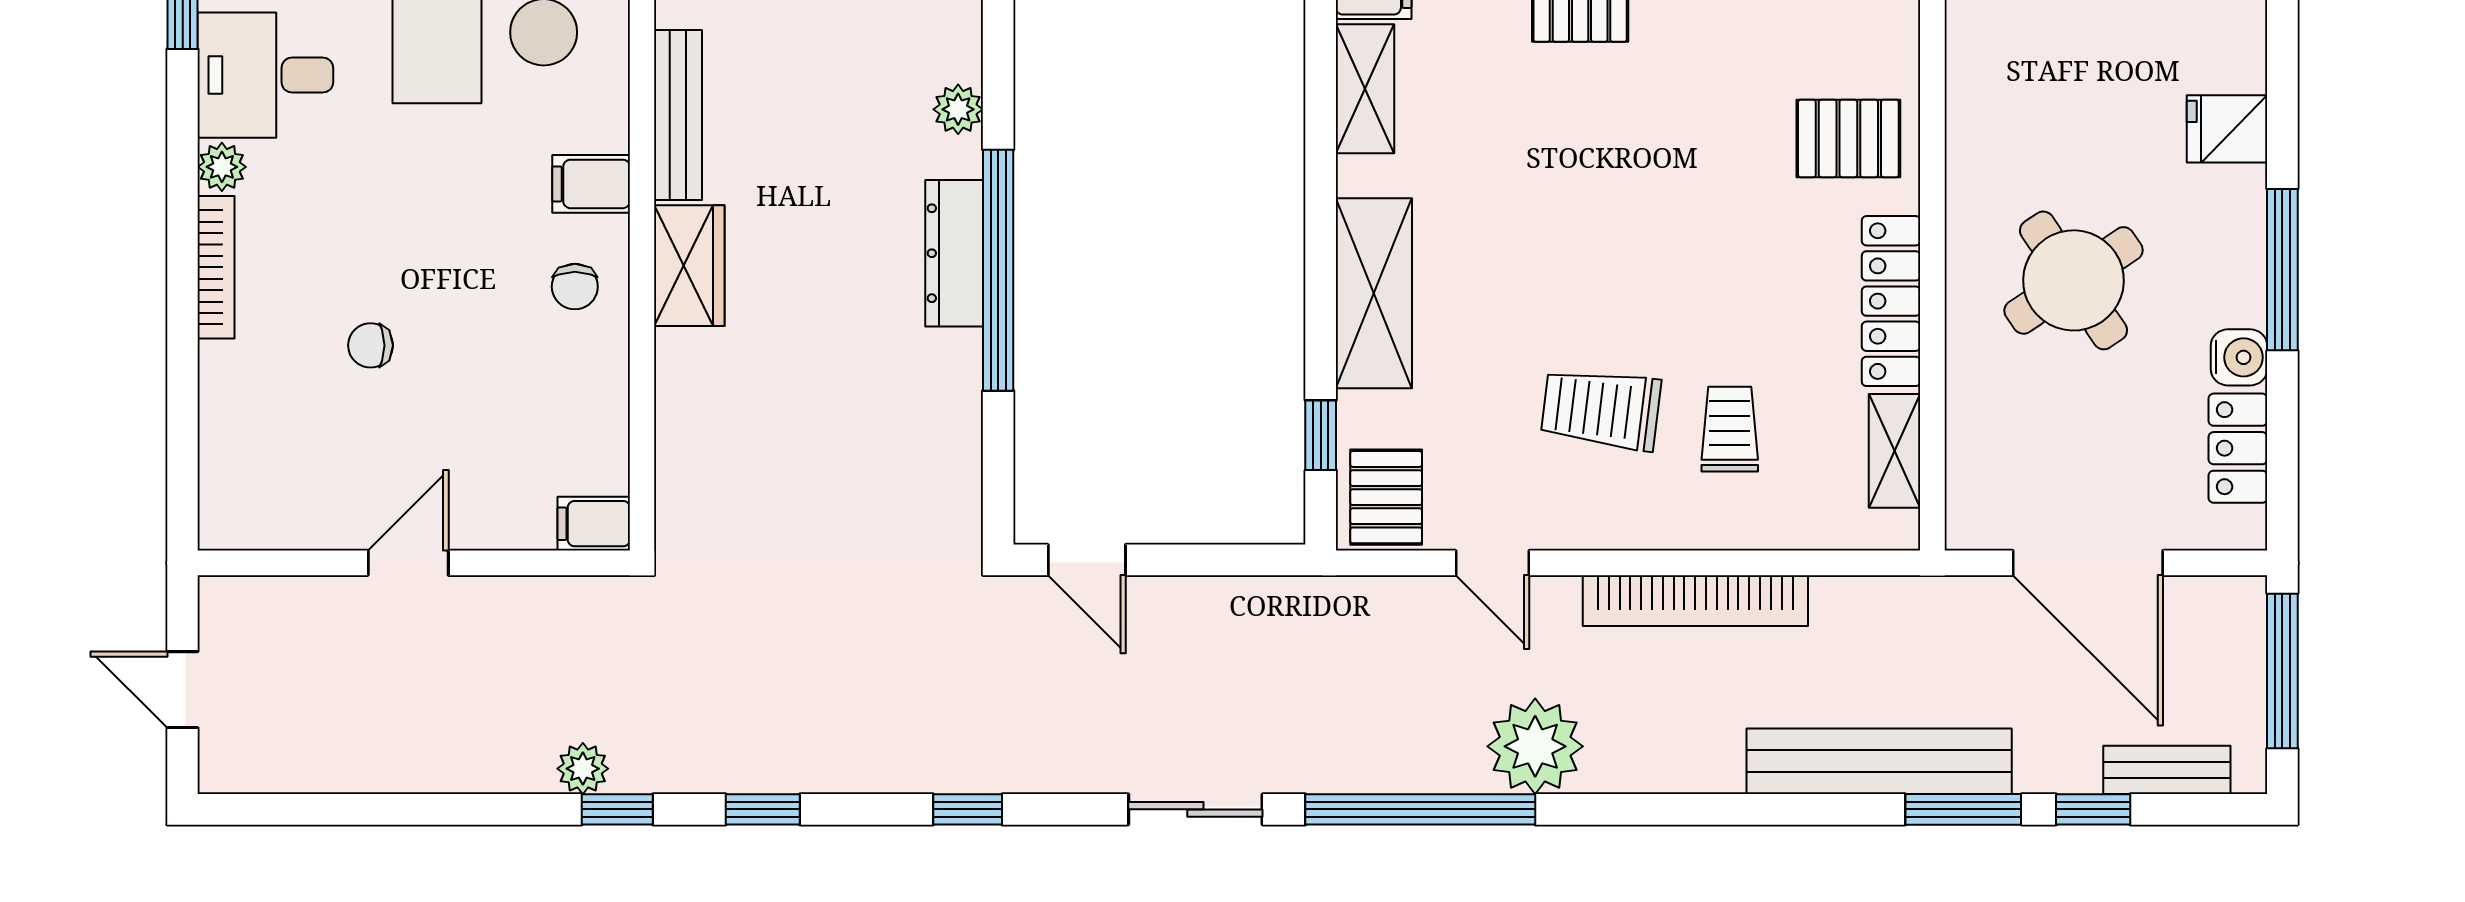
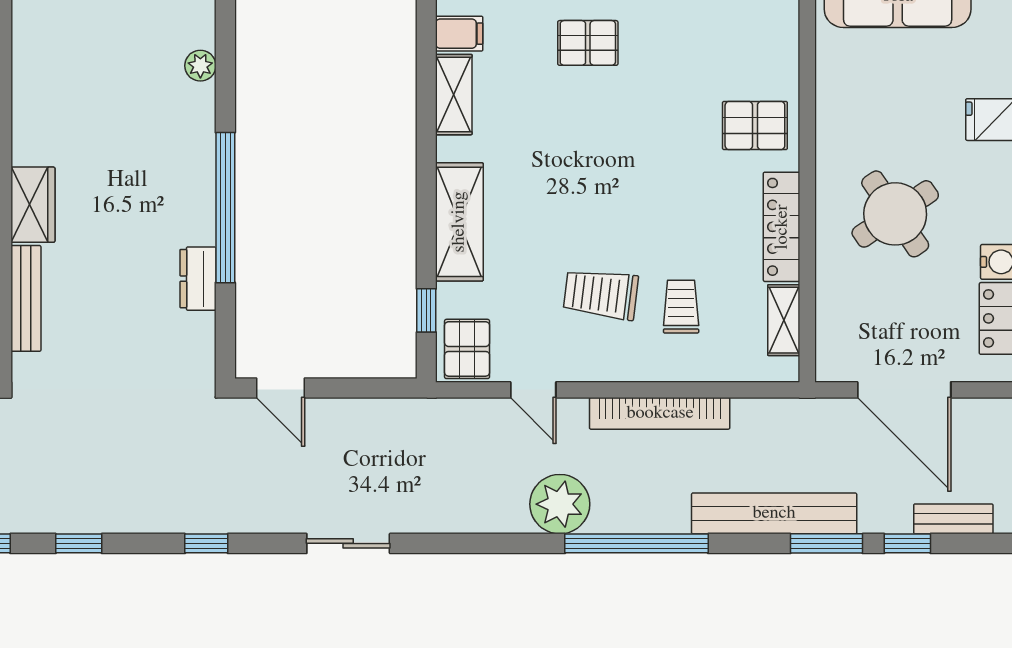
plant: (958, 109) -> (200, 66), moved
bench: (678, 115) -> (26, 298), moved
dresser: (954, 253) -> (198, 279), moved, width x0.70
window: (1420, 809) -> (636, 543), moved

